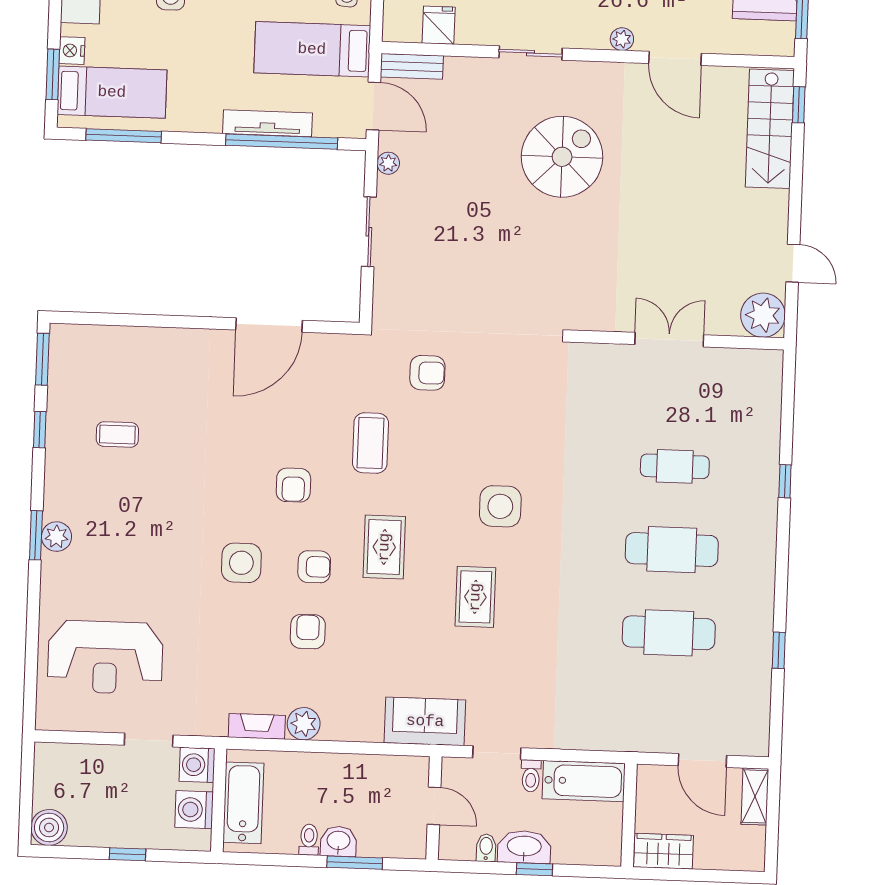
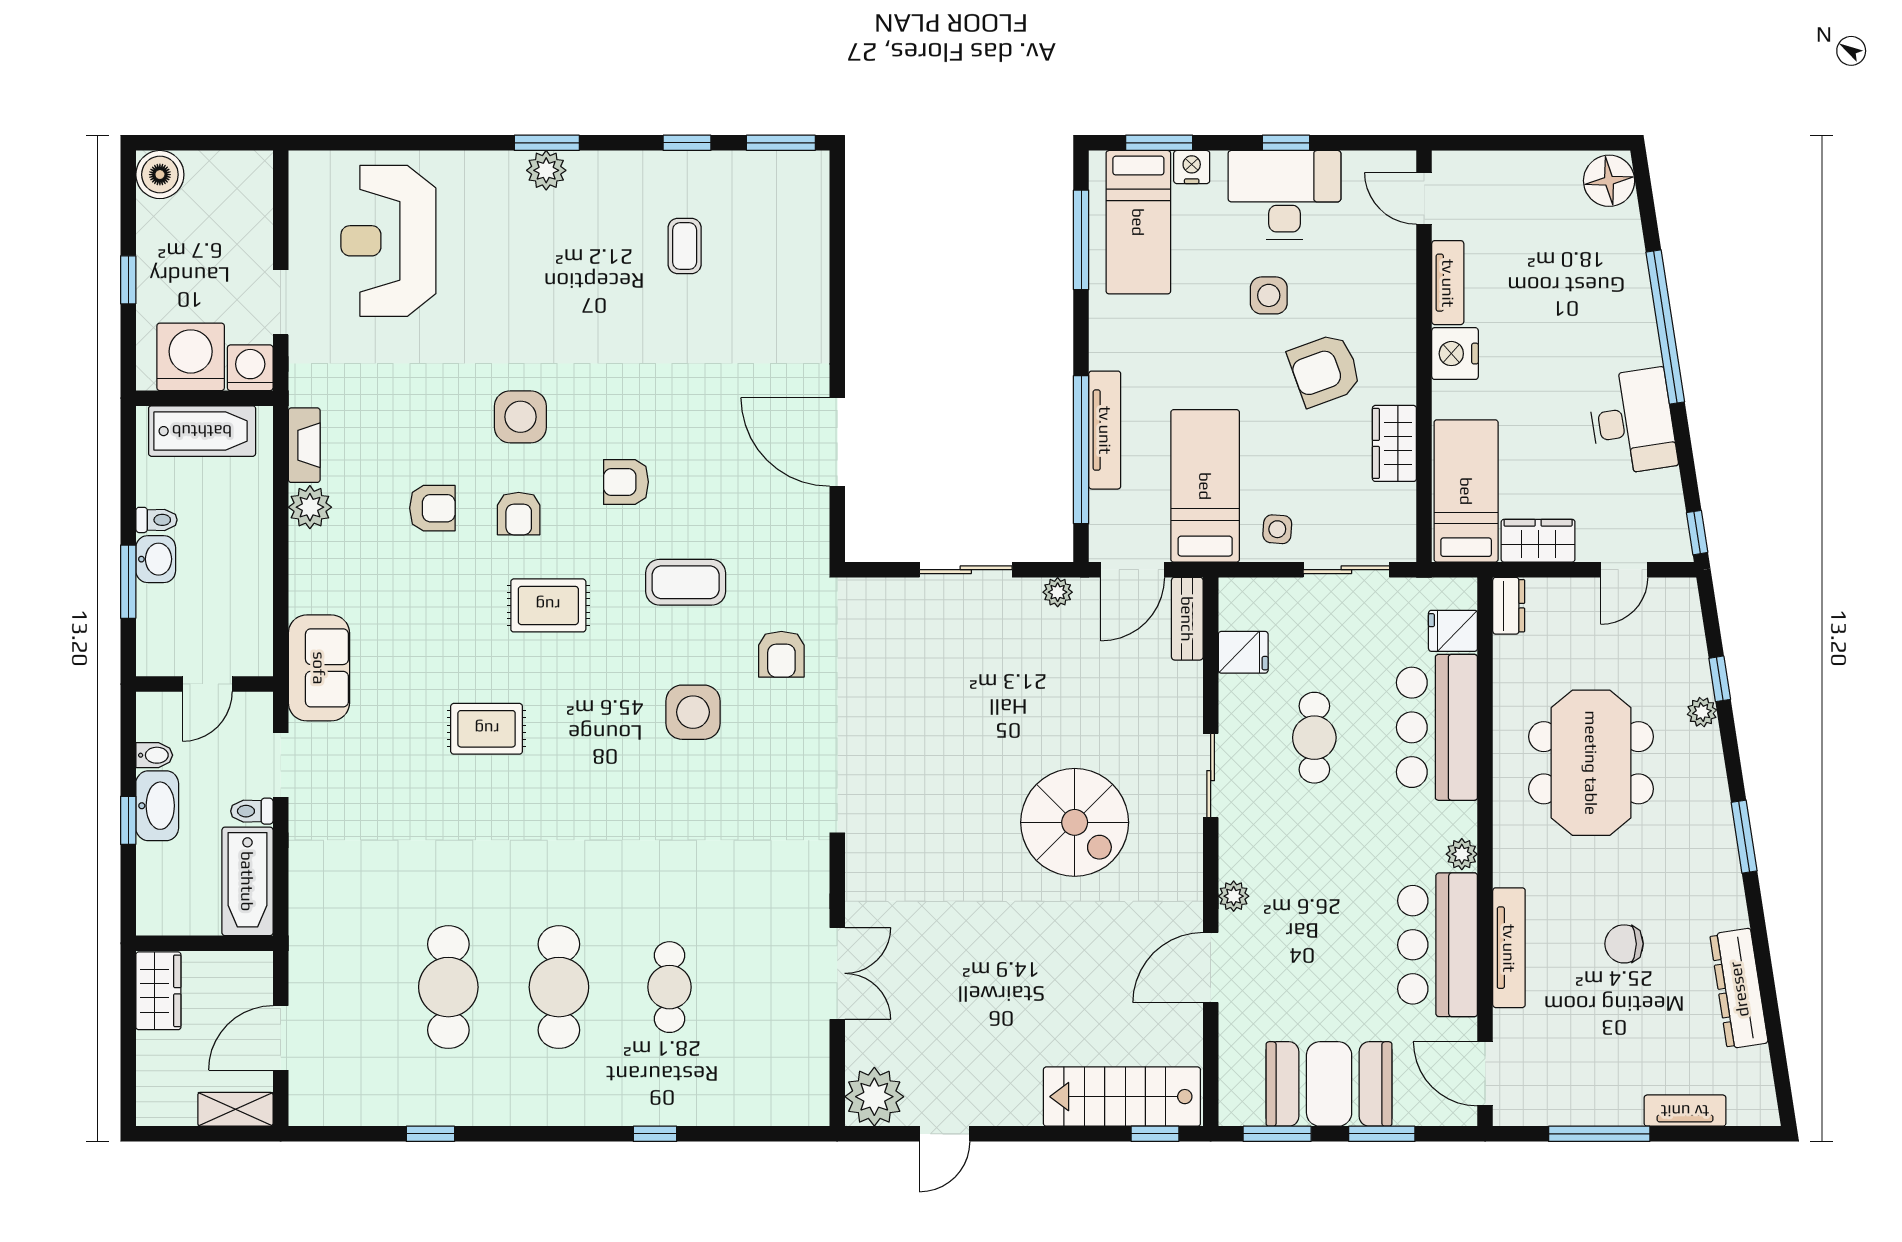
side table: (500, 506) -> (693, 712), moved
washing machine: (194, 810) -> (191, 357), width x1.37, depth x1.37

